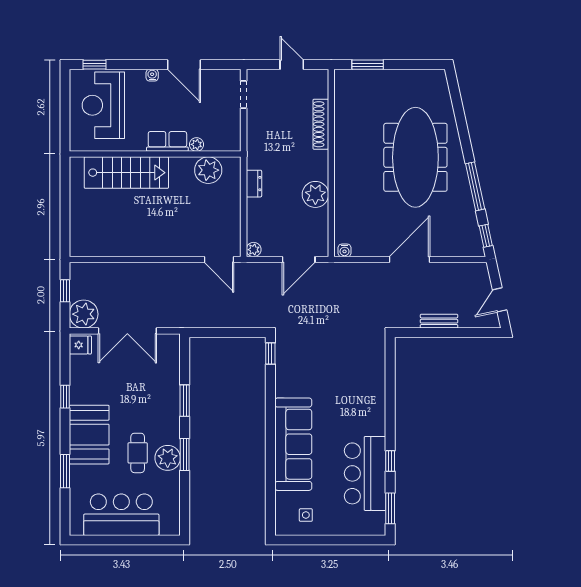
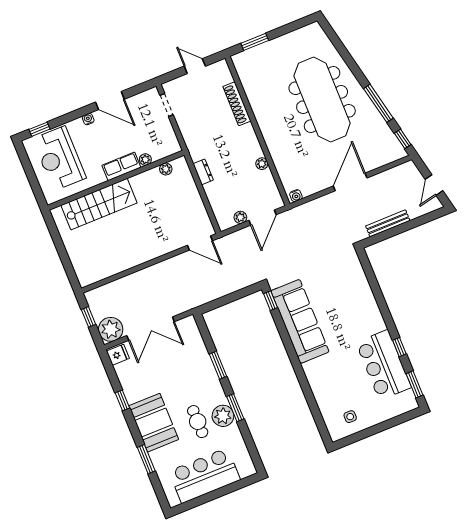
plant: (208, 170) -> (166, 169), width x0.53, depth x0.53
plant: (315, 194) -> (262, 164), width x0.53, depth x0.53
plant: (254, 250) -> (240, 217), moved
bench: (439, 321) -> (388, 223), width x1.36
sofa: (293, 444) -> (300, 321), moved

